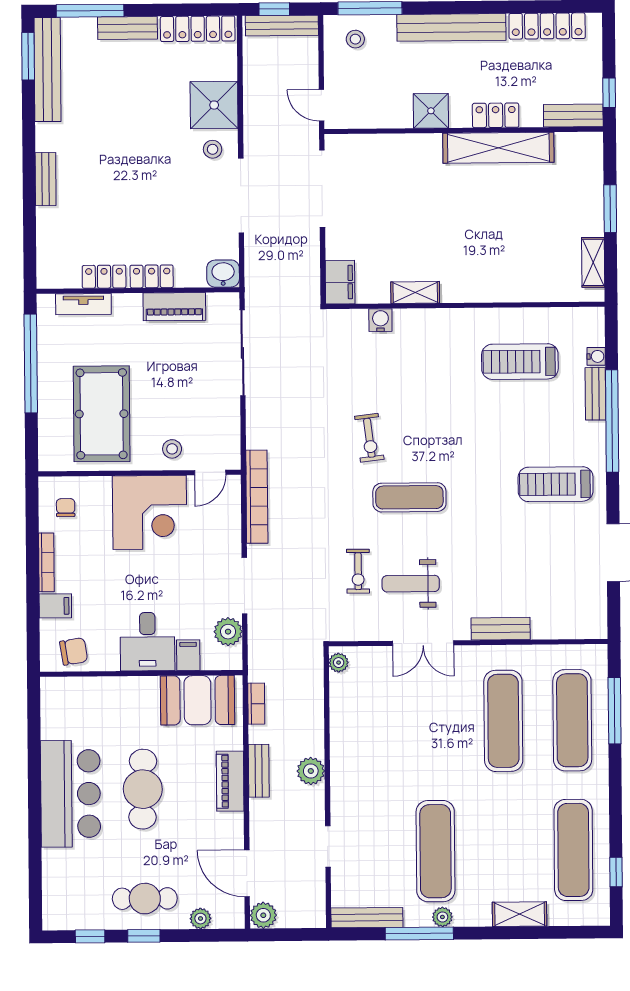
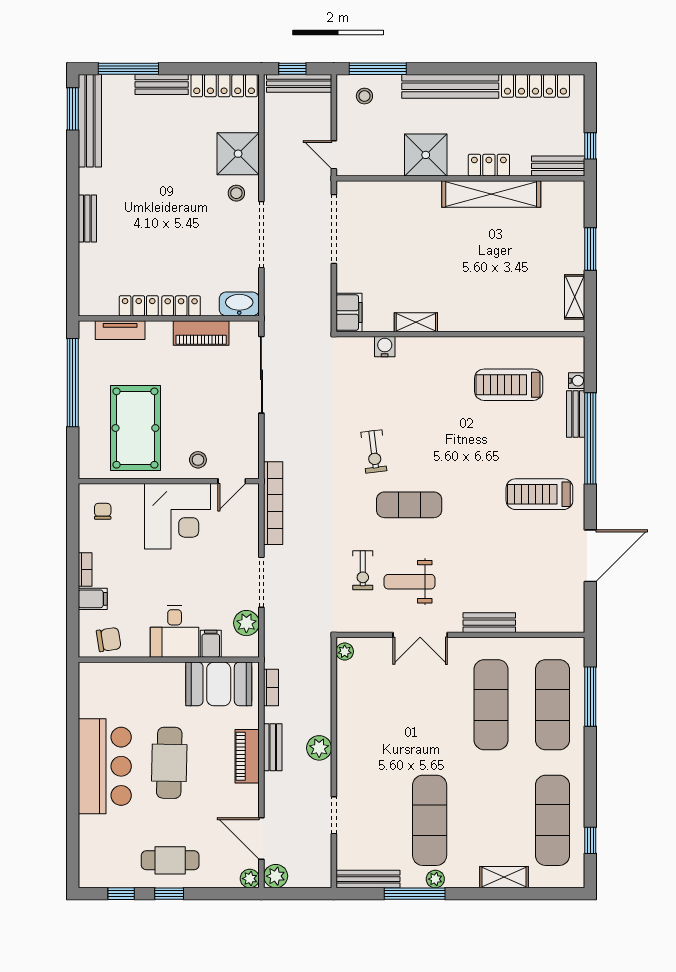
shower: (431, 111) -> (426, 155), width x1.36, depth x1.36
washbasin: (223, 274) -> (239, 304), width x1.38
bookcase: (46, 562) -> (85, 569), width x0.64
plant: (200, 919) -> (250, 879), moved

